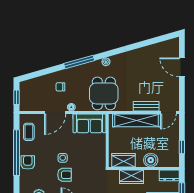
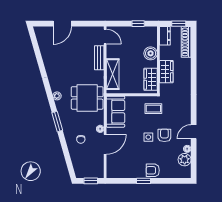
window: (79, 62) -> (57, 121), width x0.69
door: (55, 112) -> (105, 144), hinge flipped
shelving: (137, 120) -> (113, 74), width x0.68
coffee table: (29, 132) -> (153, 109), moved
window: (17, 153) -> (143, 181), width x0.32

